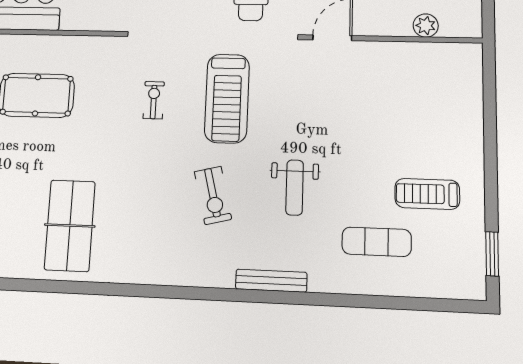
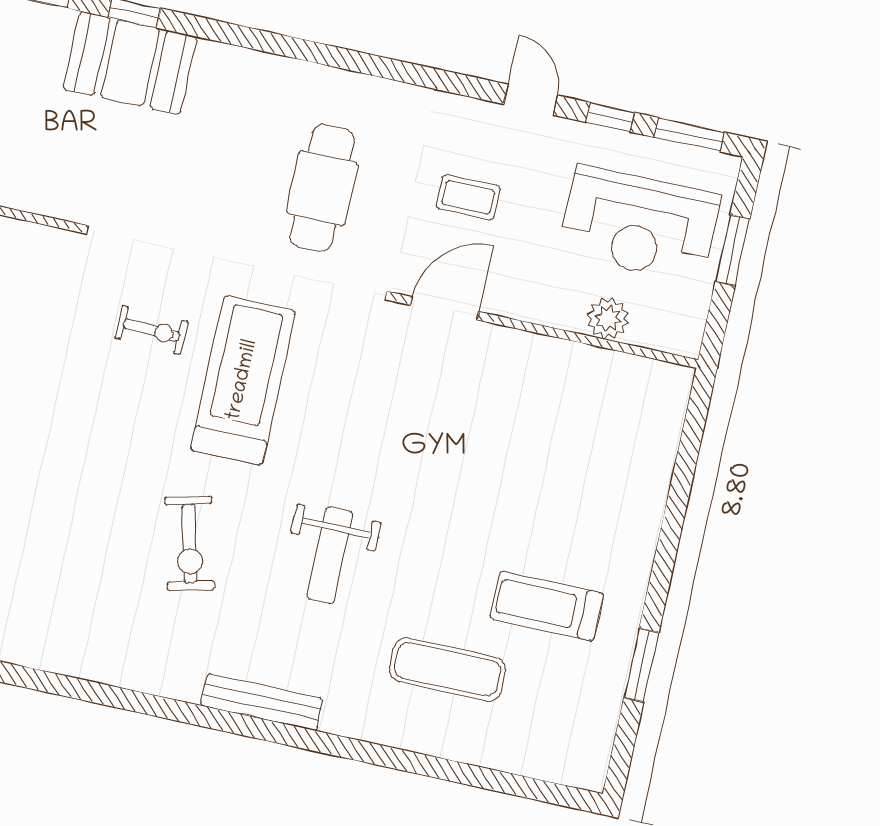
treadmill: (227, 98) -> (243, 380), turned 180
exercise bike: (154, 100) -> (152, 330), moved, turned 92
window: (492, 254) -> (641, 665), moved

